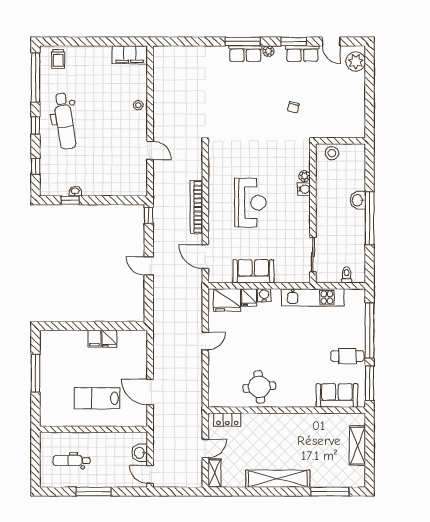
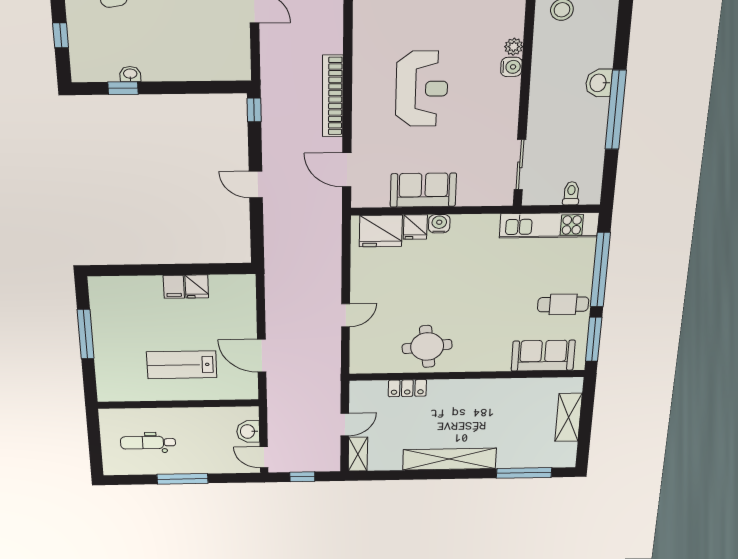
kitchen unit: (313, 297) -> (549, 225), moved
door: (205, 341) -> (346, 315), moved
locker: (227, 420) -> (407, 388), moved
window: (176, 492) -> (302, 477), added

